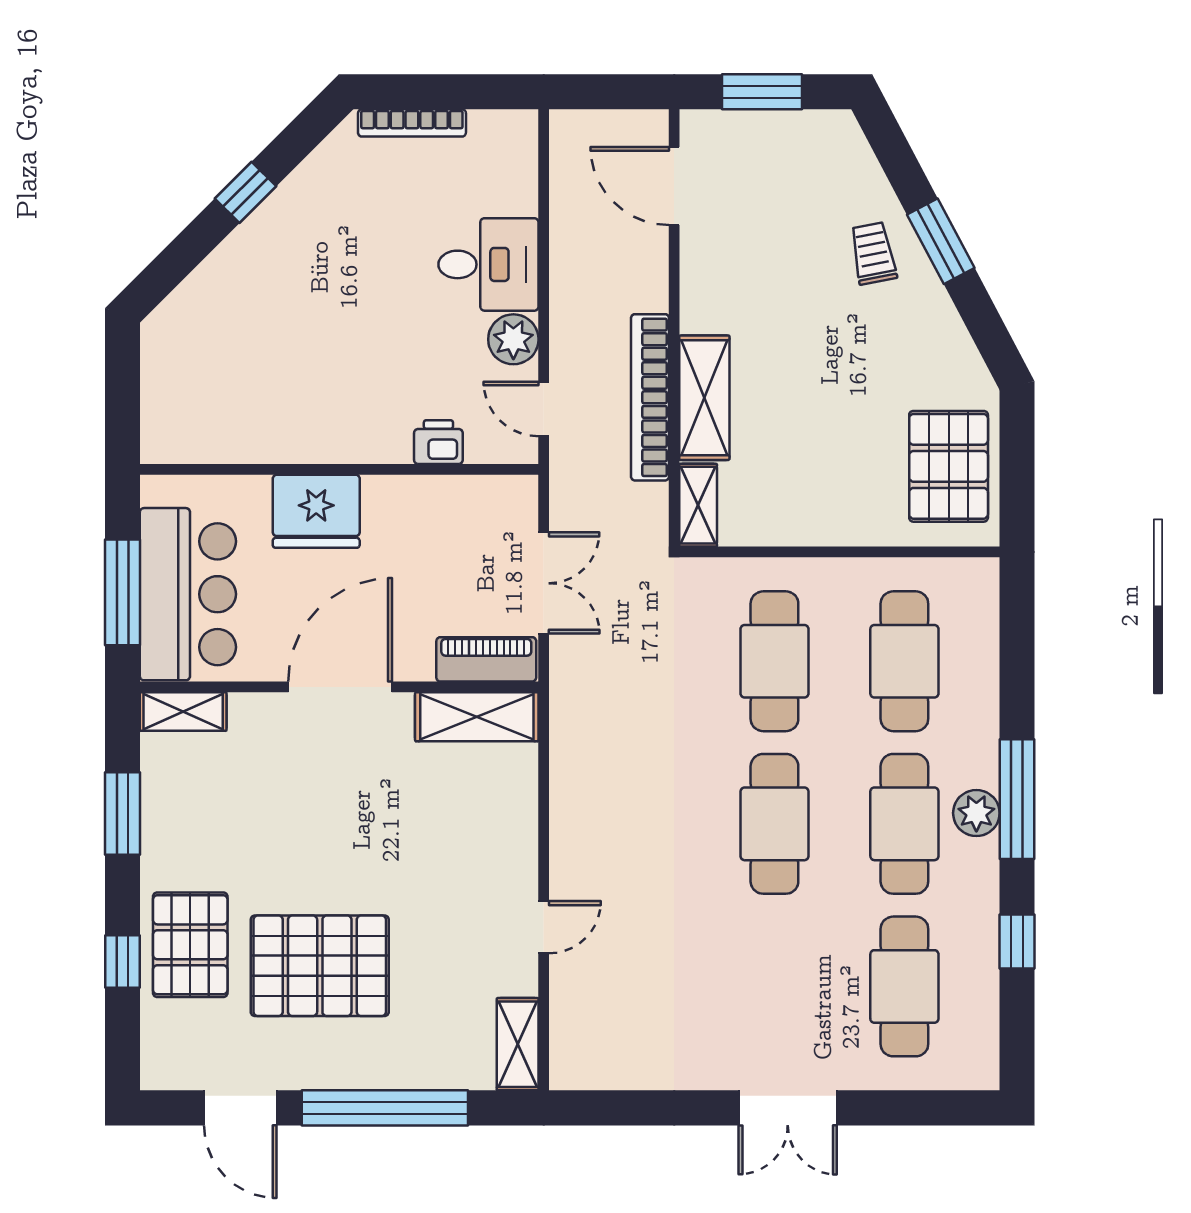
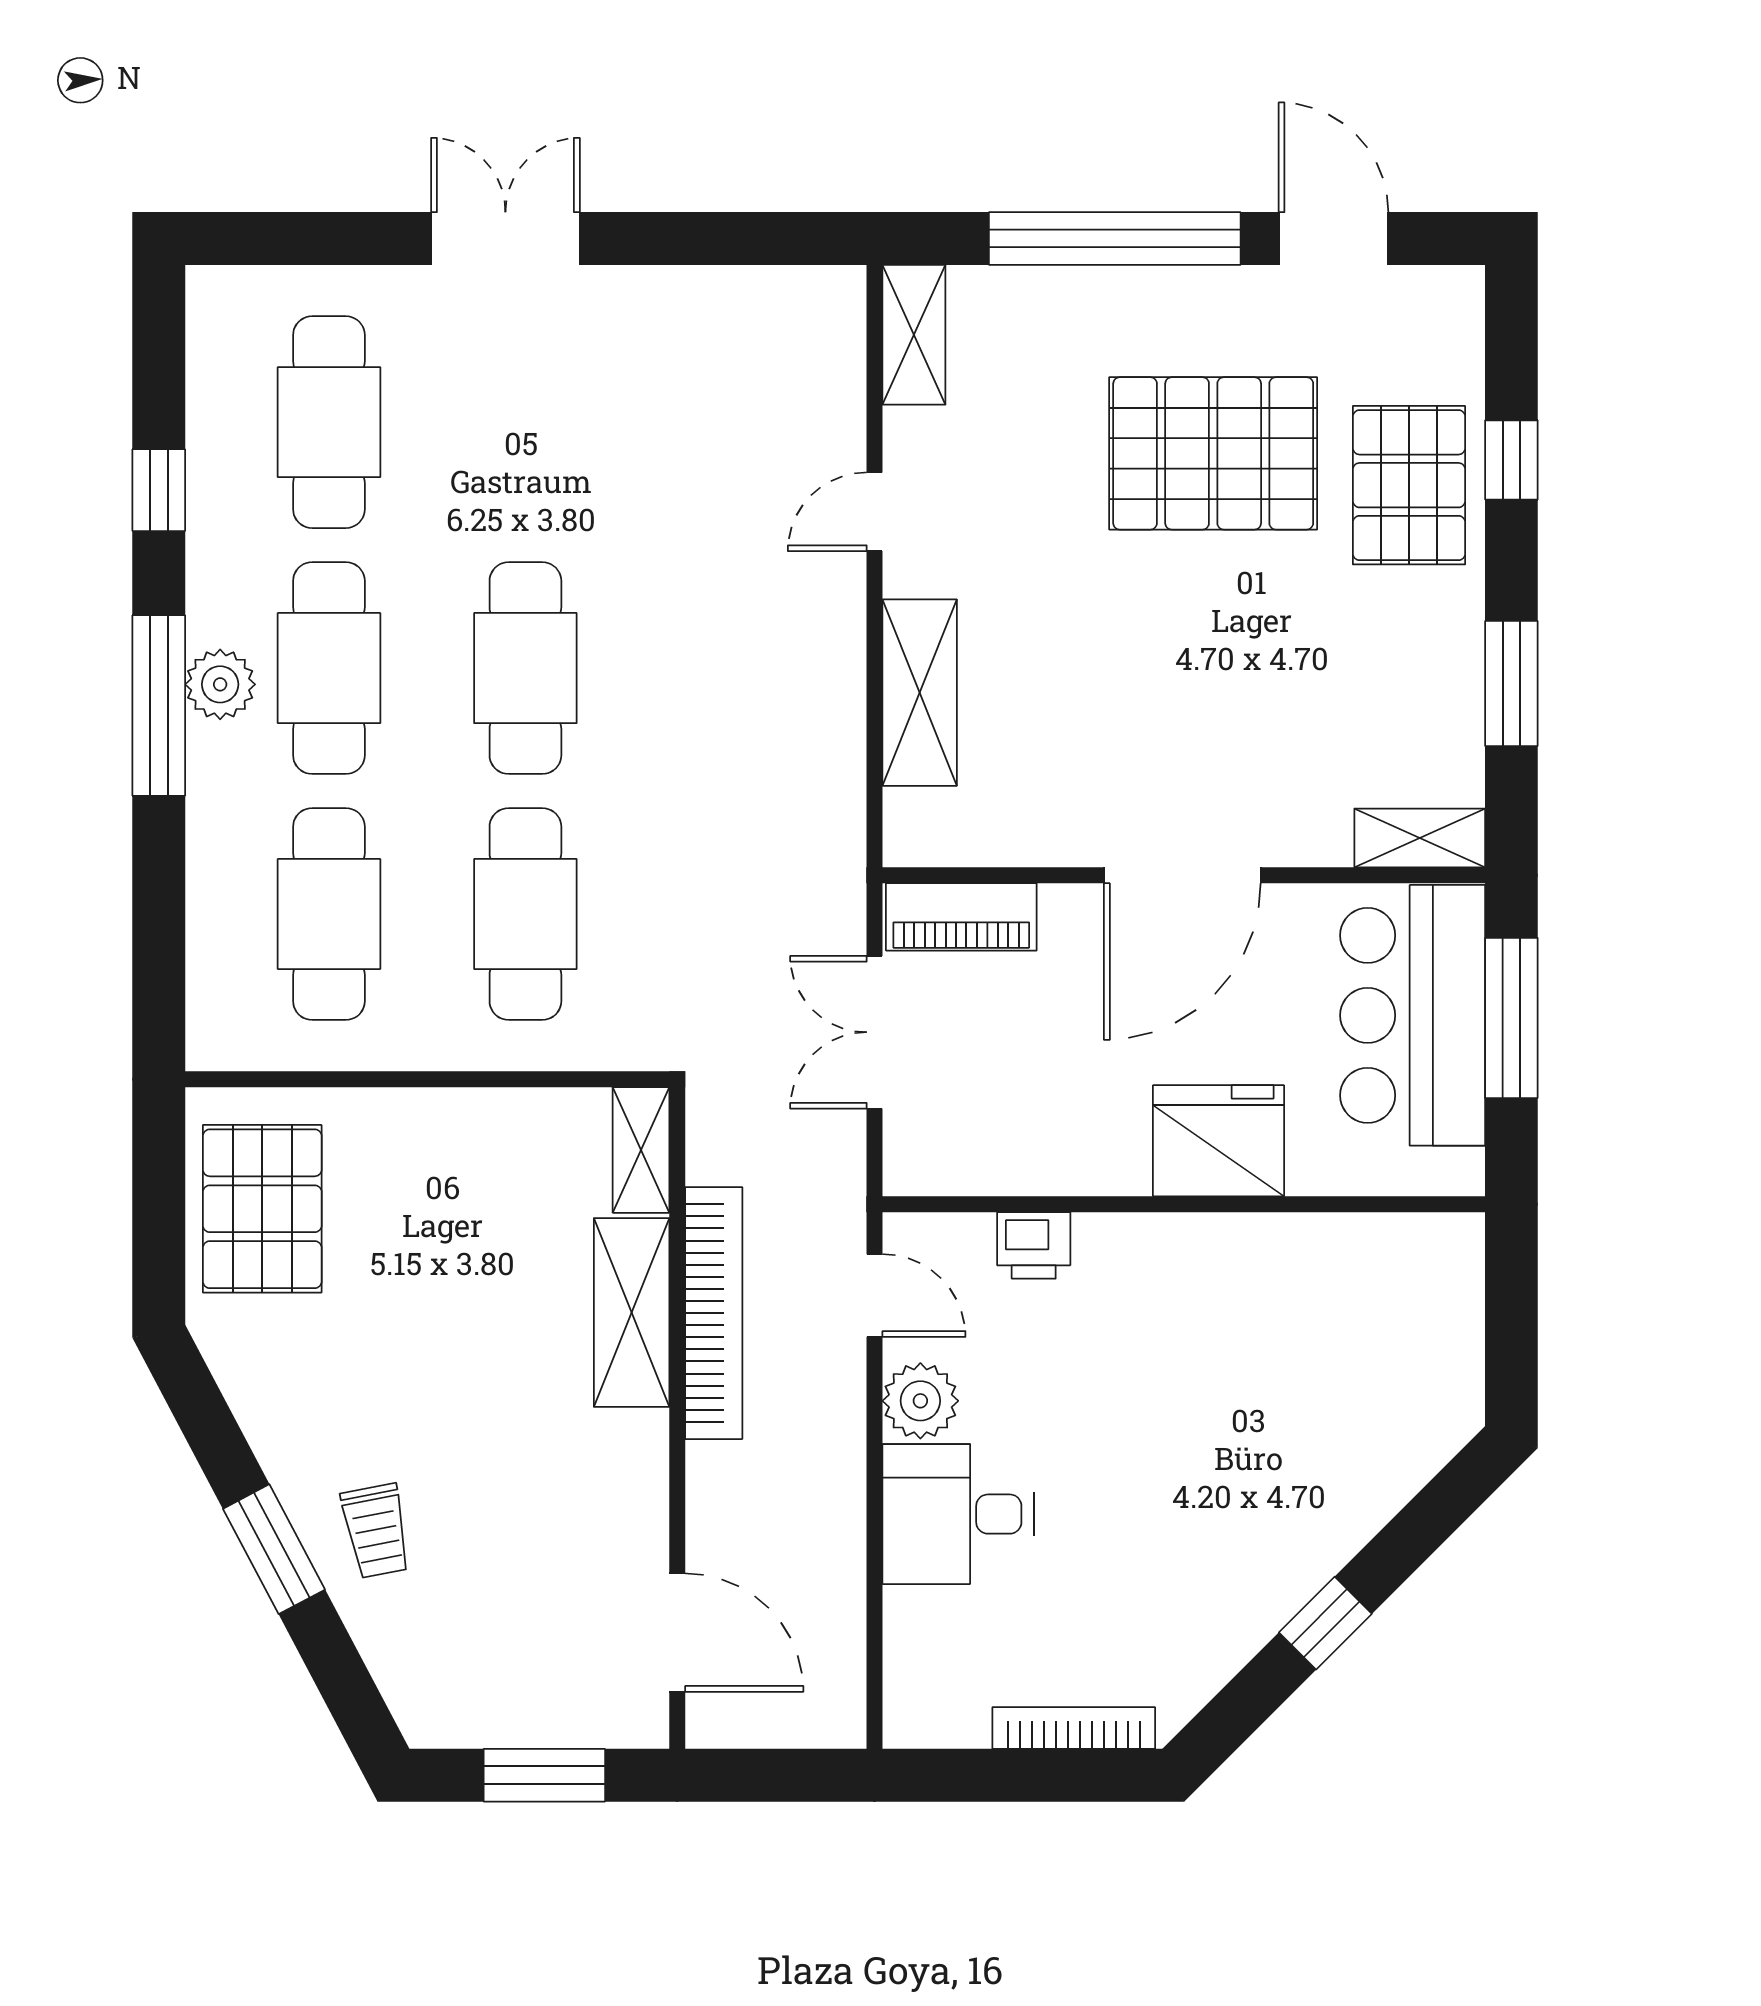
shelving: (477, 717) -> (920, 693), moved, turned 90

